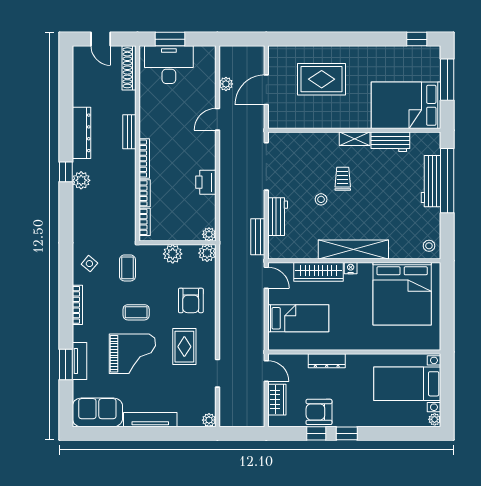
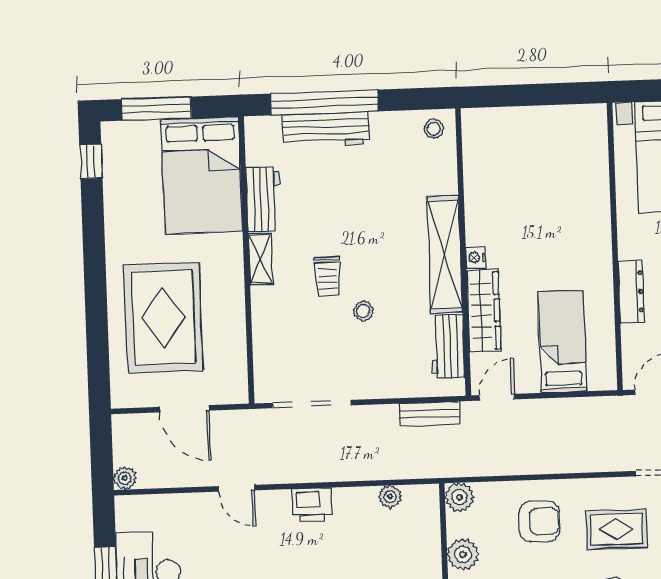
rug: (322, 79) -> (163, 318), width x1.37, depth x1.44
plant: (226, 84) -> (125, 478), moved
trolley: (343, 179) -> (328, 276), turned -90
printer: (206, 182) -> (312, 505), moved
workbench: (278, 217) -> (448, 346), moved, turned -90
plant: (209, 234) -> (390, 497), moved
bed: (402, 294) -> (515, 170), removed

